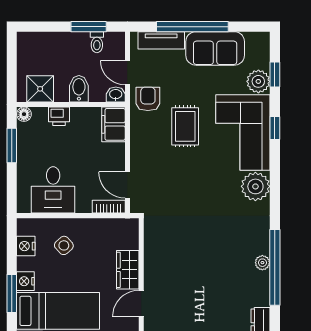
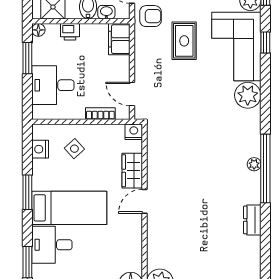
washbasin: (116, 95) -> (106, 12), moved
armchair: (148, 99) -> (150, 16), turned 90
desk: (53, 190) -> (53, 85), moved, turned 90
bookcase: (109, 207) -> (100, 114), moved
nightstand: (25, 281) -> (134, 132), moved, turned 90

